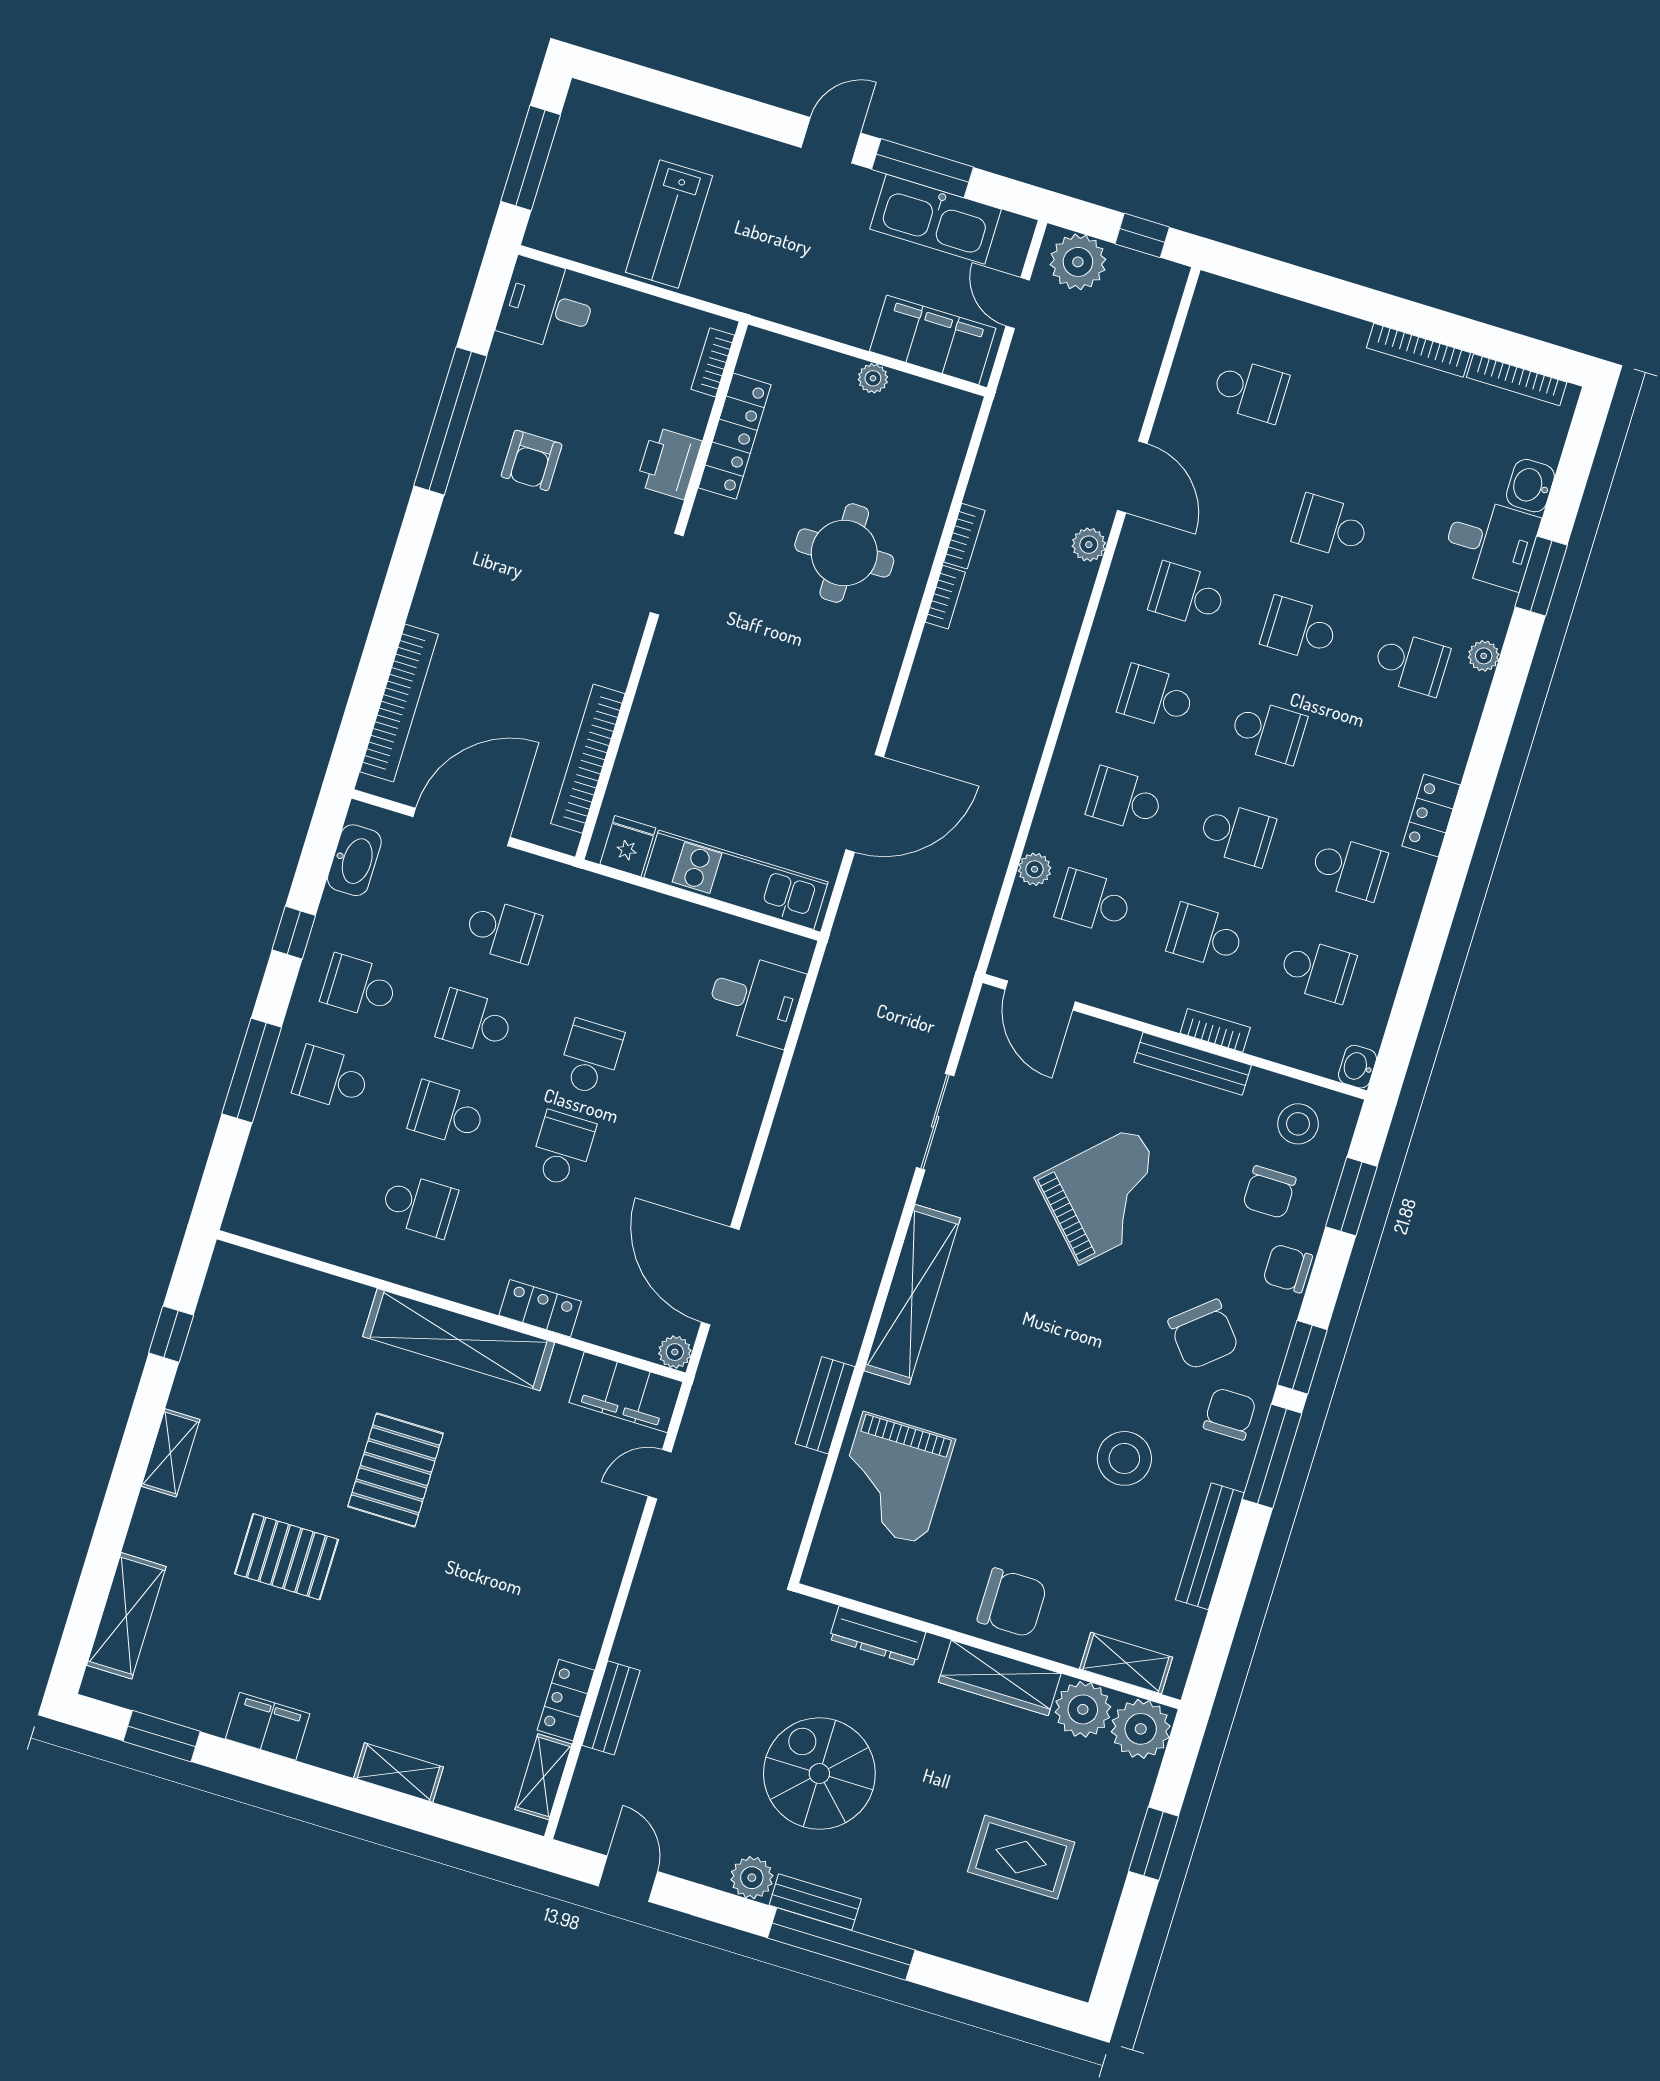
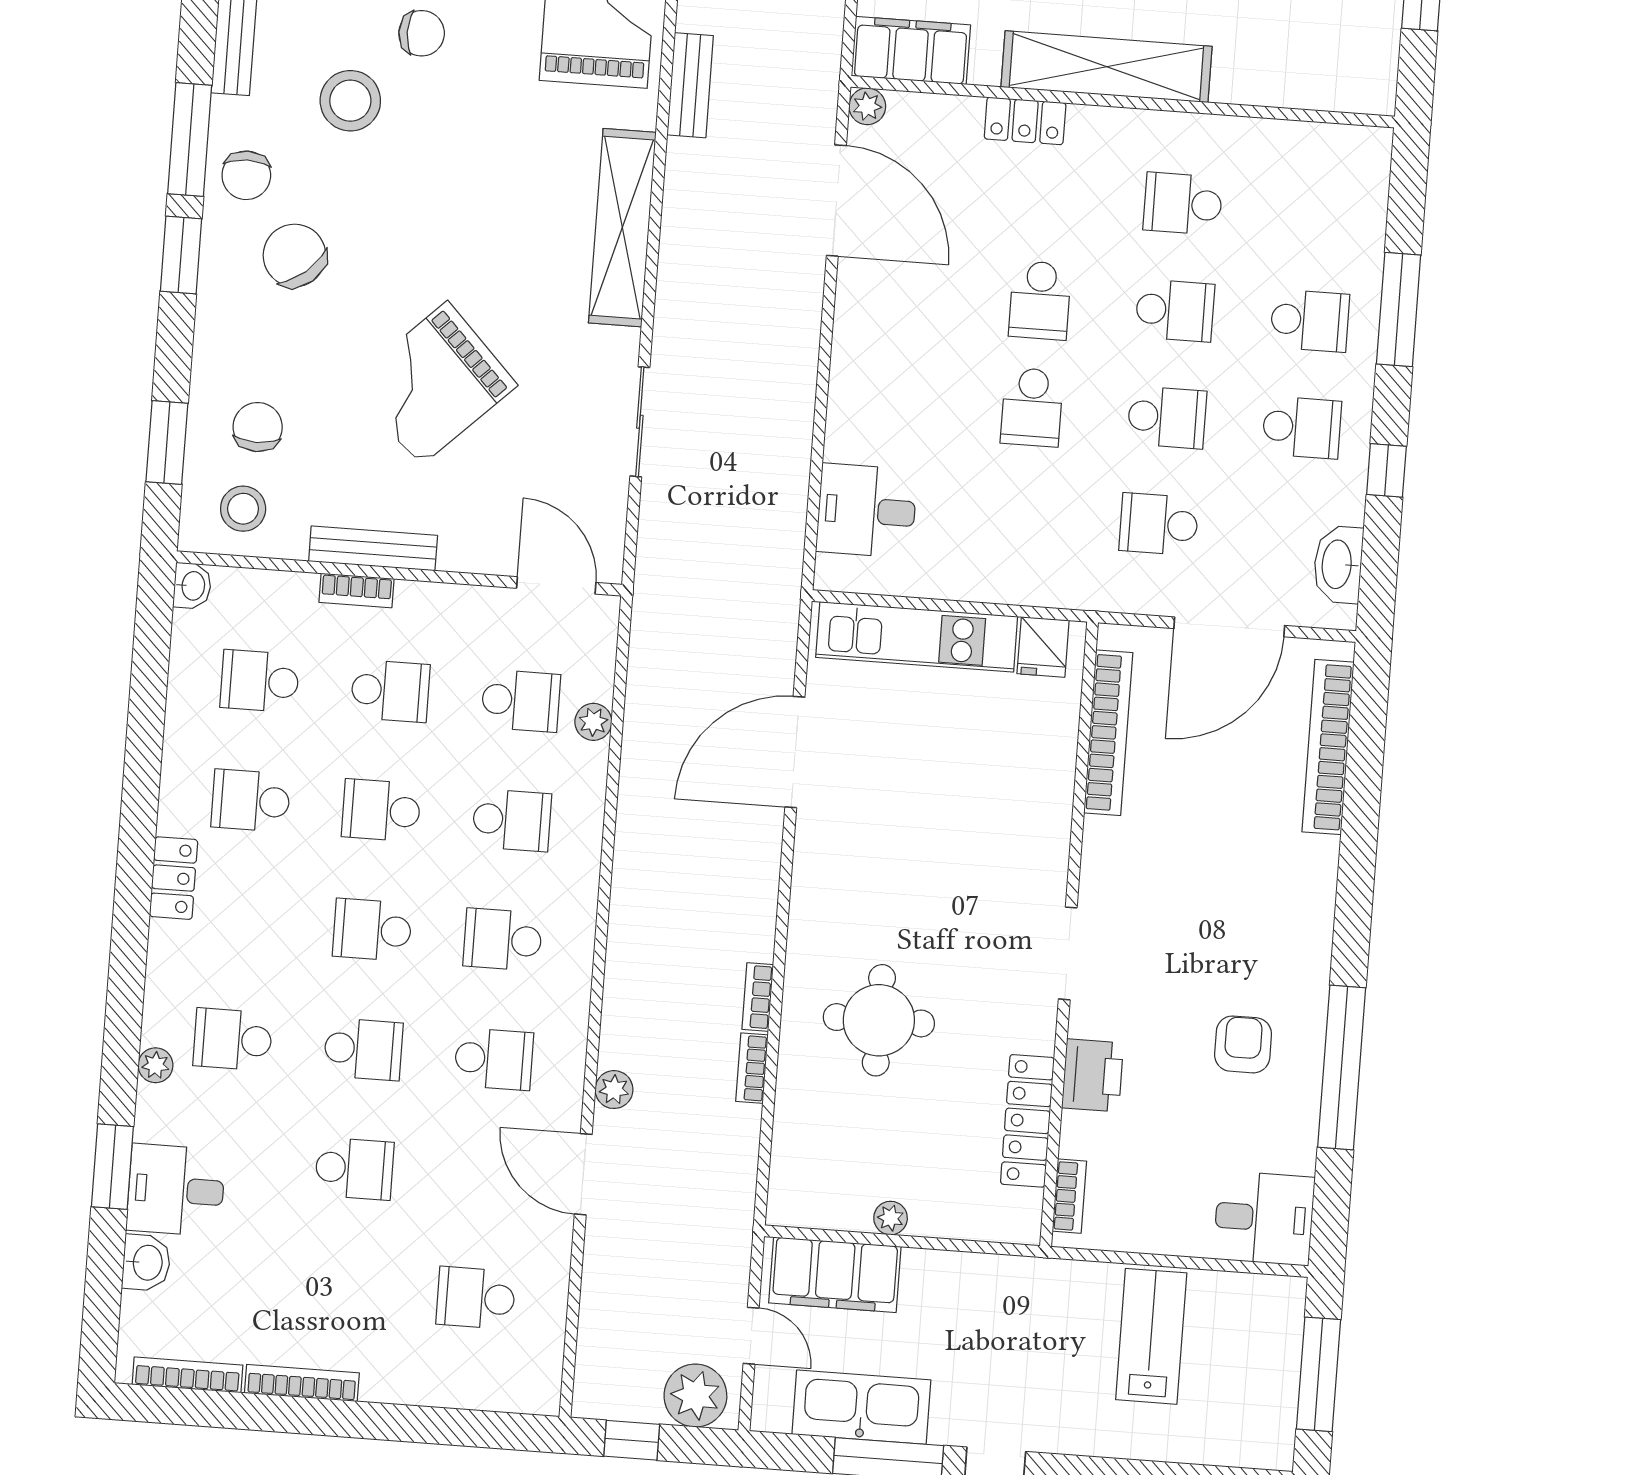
school desk: (1156, 697) -> (503, 940), turned 180
chair: (1288, 1268) -> (422, 33), moved

